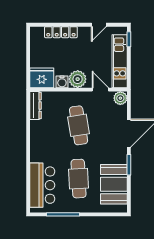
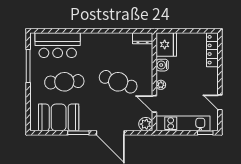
locker: (61, 32) -> (212, 50), moved
plant: (78, 79) -> (161, 85), width x0.53, depth x0.53
door: (100, 90) -> (154, 104), swing flipped
dresser: (36, 106) -> (143, 38), width x0.70
cafe table: (79, 125) -> (118, 82), turned 30

